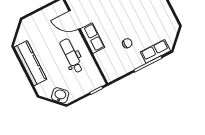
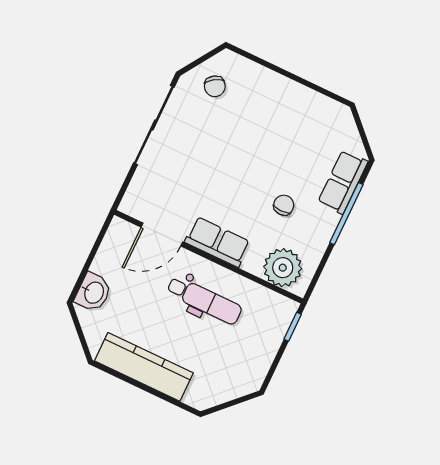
dental chair: (71, 56) -> (204, 300), turned 180
plant: (109, 66) -> (283, 268), added
washbasin: (60, 95) -> (93, 292), moved, turned 135

